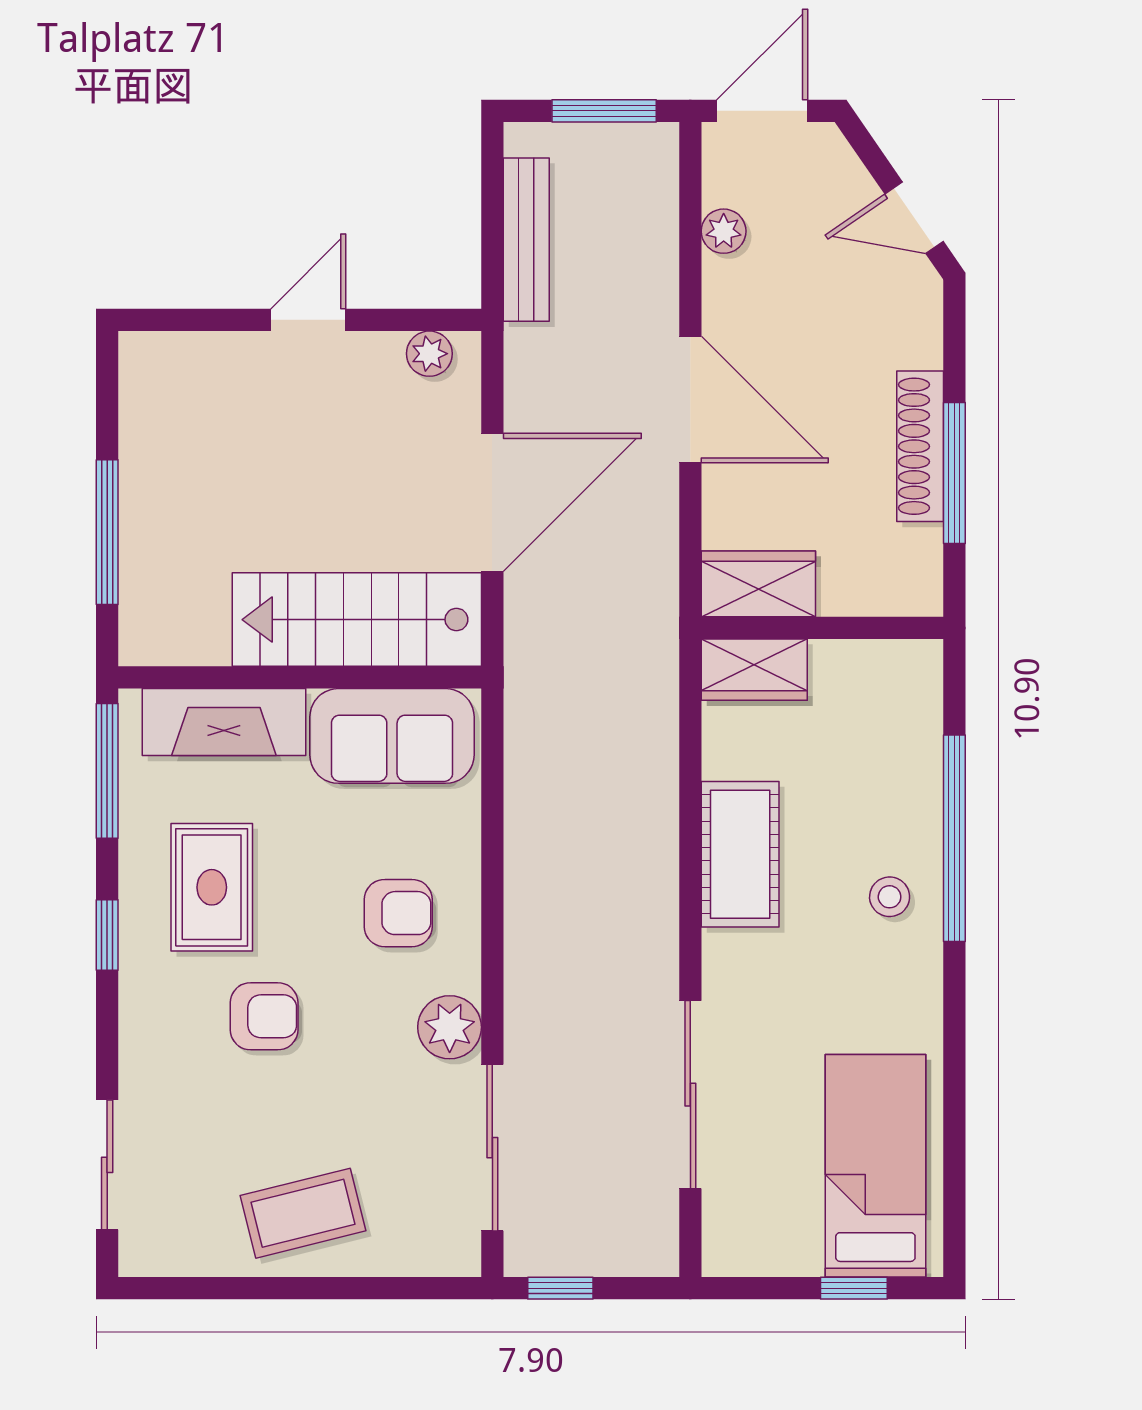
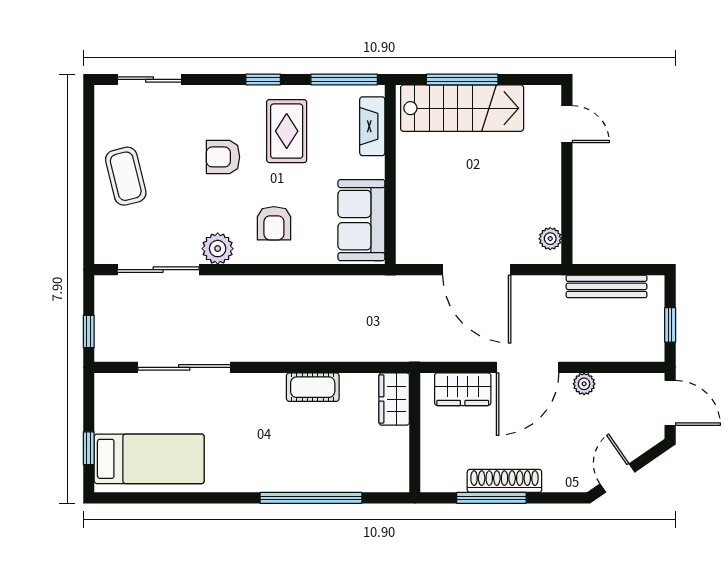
window: (604, 111) -> (670, 325), width x0.67
plant: (724, 231) -> (584, 384), moved
door: (308, 320) -> (567, 124), moved
wardrobe: (758, 584) -> (463, 389), moved, turned 90
stairs: (357, 620) -> (462, 108), moved, turned 90
fireplace: (224, 722) -> (372, 126), width x0.73, depth x0.76
cot: (740, 854) -> (313, 387), width x0.73, depth x0.75
rug: (212, 887) -> (287, 131), turned 90
stool: (890, 897) -> (282, 466), removed
armchair: (264, 1016) -> (223, 157), turned 90
window: (560, 1288) -> (89, 332), moved

